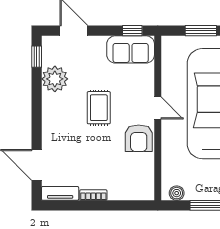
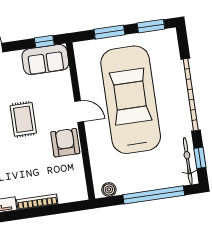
armchair: (139, 138) -> (65, 143), turned 180
bookcase: (93, 195) -> (37, 202), width x1.56

